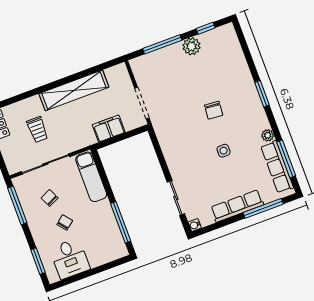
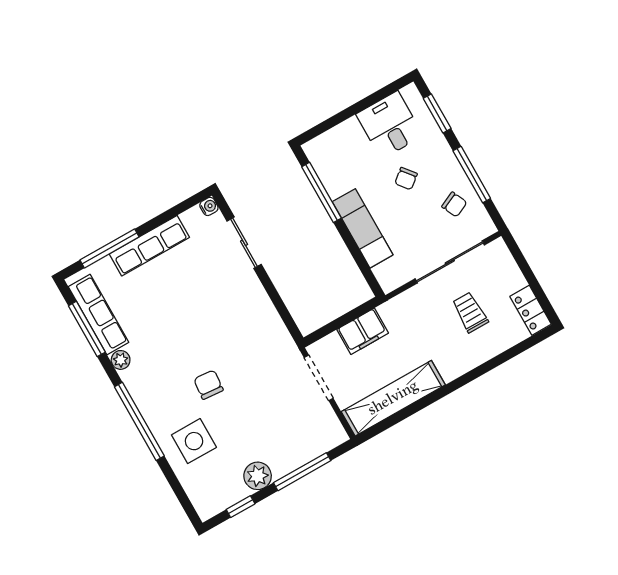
shelving: (74, 90) -> (393, 398), moved
window: (262, 94) -> (139, 421), width x2.11
side table: (224, 151) -> (194, 441), moved, width x1.87, depth x1.87
exam couch: (91, 177) -> (363, 228), moved
chair: (50, 198) -> (454, 204), moved
window: (17, 205) -> (472, 175), moved

